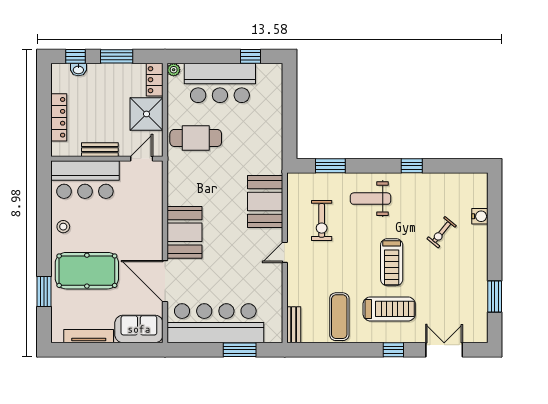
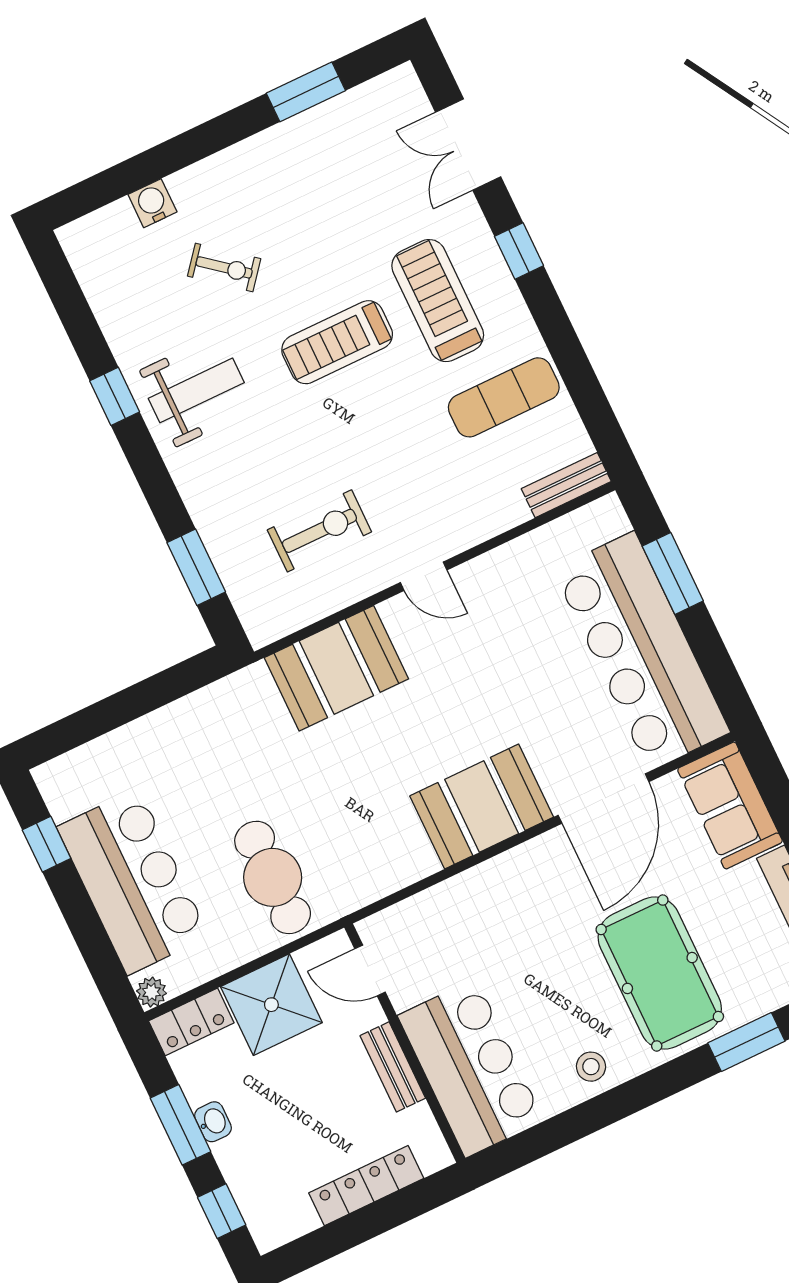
washbasin: (78, 70) -> (213, 1122), moved
weight bench: (370, 199) -> (196, 390), moved, turned -90
treadmill: (392, 262) -> (337, 342), turned 180

